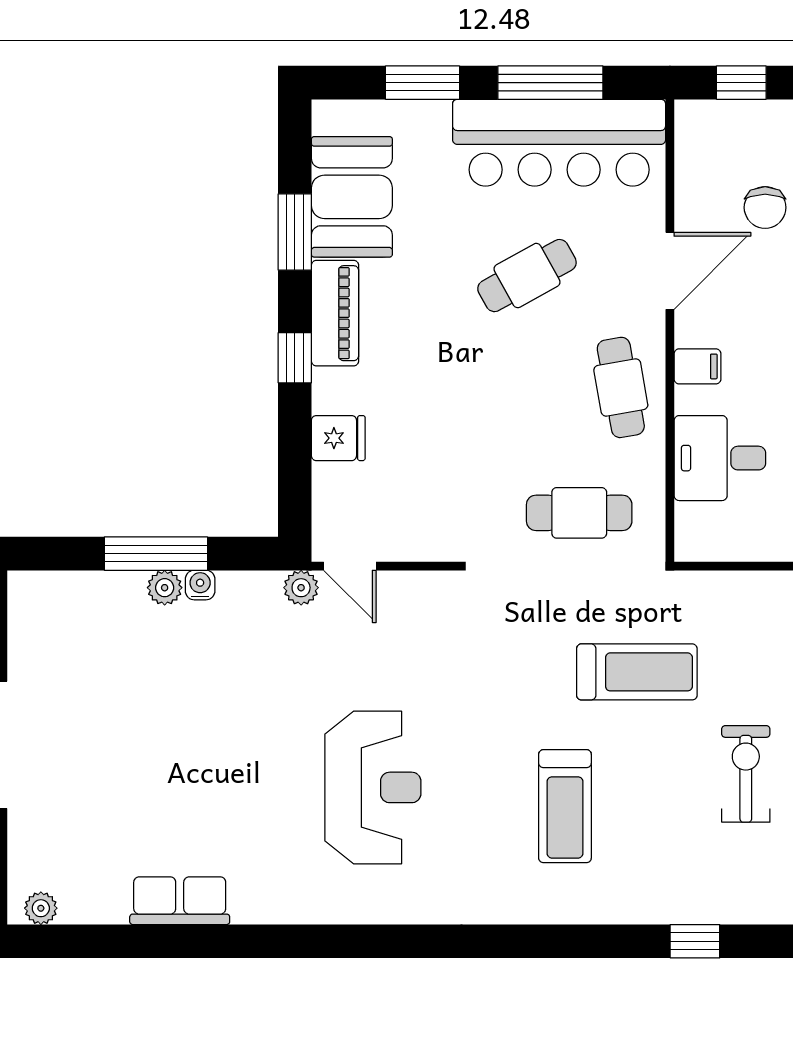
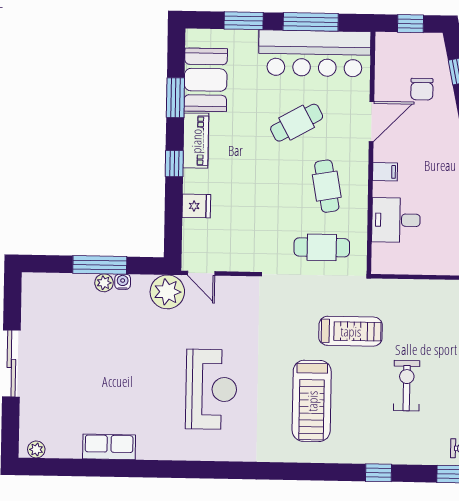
cafe table: (621, 387) -> (327, 186), moved
plant: (301, 588) -> (167, 292), width x1.87, depth x1.87
treadmill: (565, 806) -> (312, 401), width x1.37, depth x1.38

